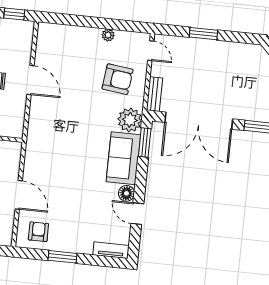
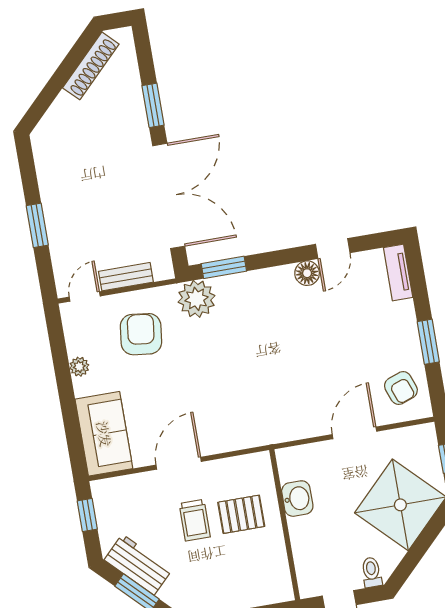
bench: (155, 94) -> (126, 277), moved
sofa: (123, 158) -> (104, 434), moved, turned -90
armchair: (38, 232) -> (401, 388), turned -110

